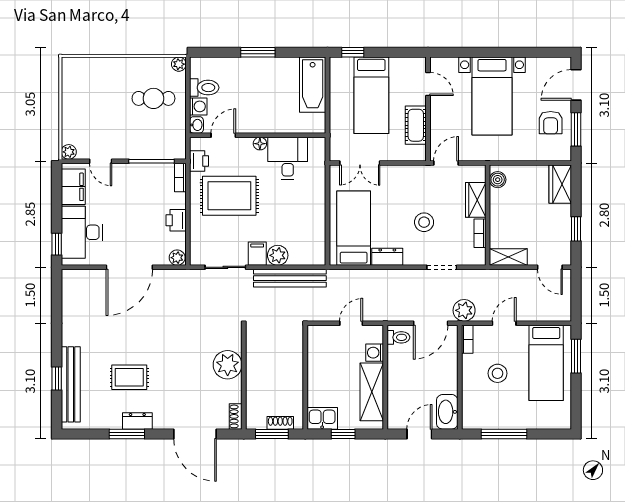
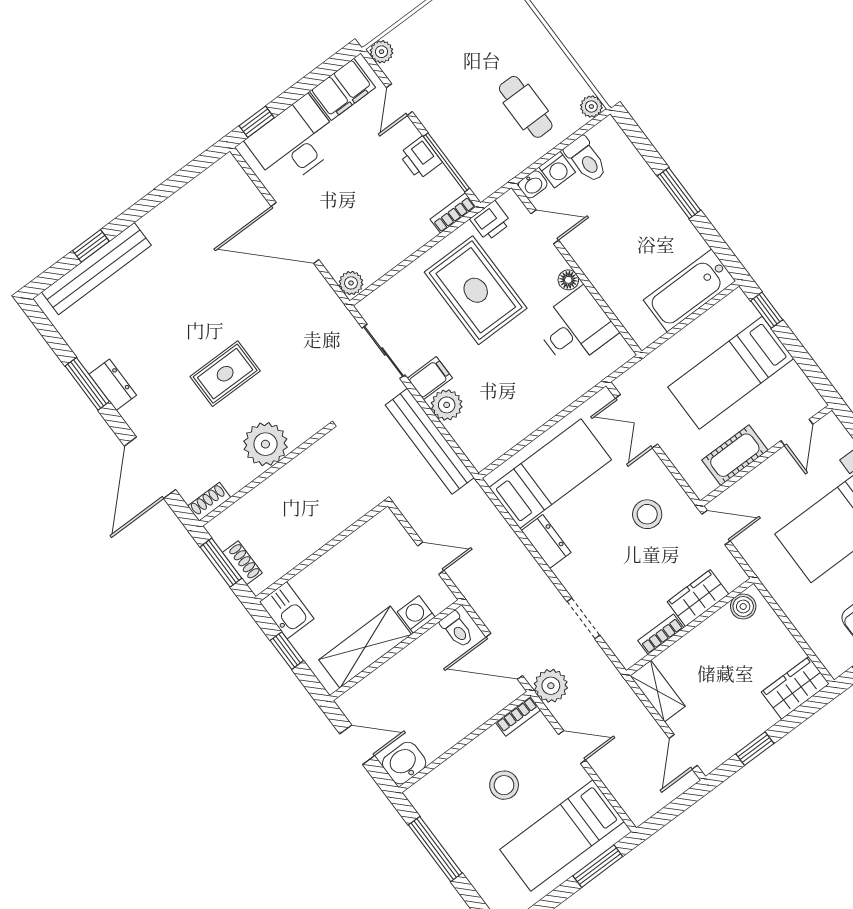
printer: (176, 220) -> (420, 158), moved, turned -90
stool: (424, 222) -> (647, 514), moved
rug: (129, 377) -> (225, 374), moved, turned 90
washbasin: (447, 412) -> (404, 763), width x0.72

